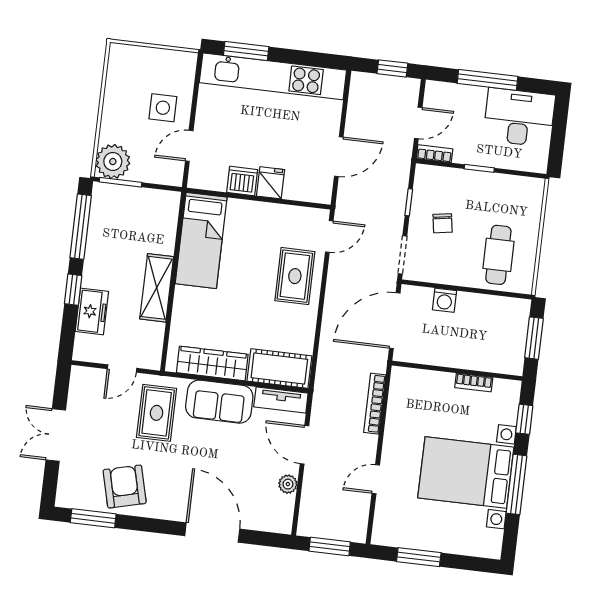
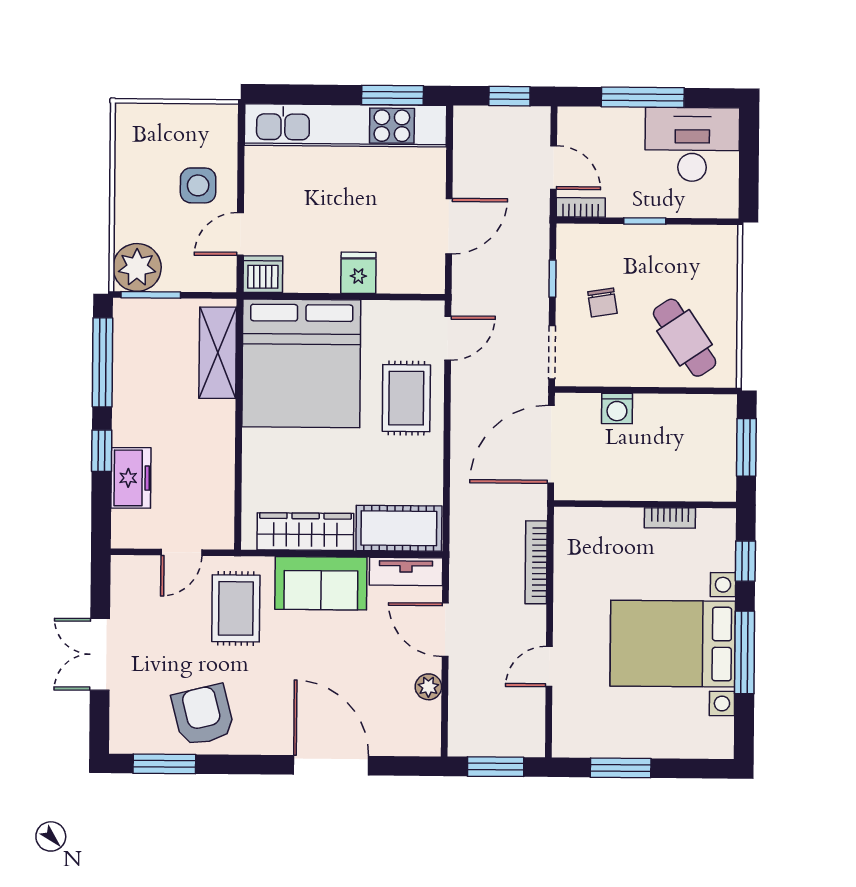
window: (246, 51) -> (393, 95), moved
door: (418, 123) -> (553, 168), hinge flipped
dishwasher: (242, 181) -> (263, 274), moved
bed: (201, 240) -> (301, 363), width x2.04
cafe table: (498, 255) -> (685, 338), turned -34
shelving: (157, 288) -> (218, 353), moved

